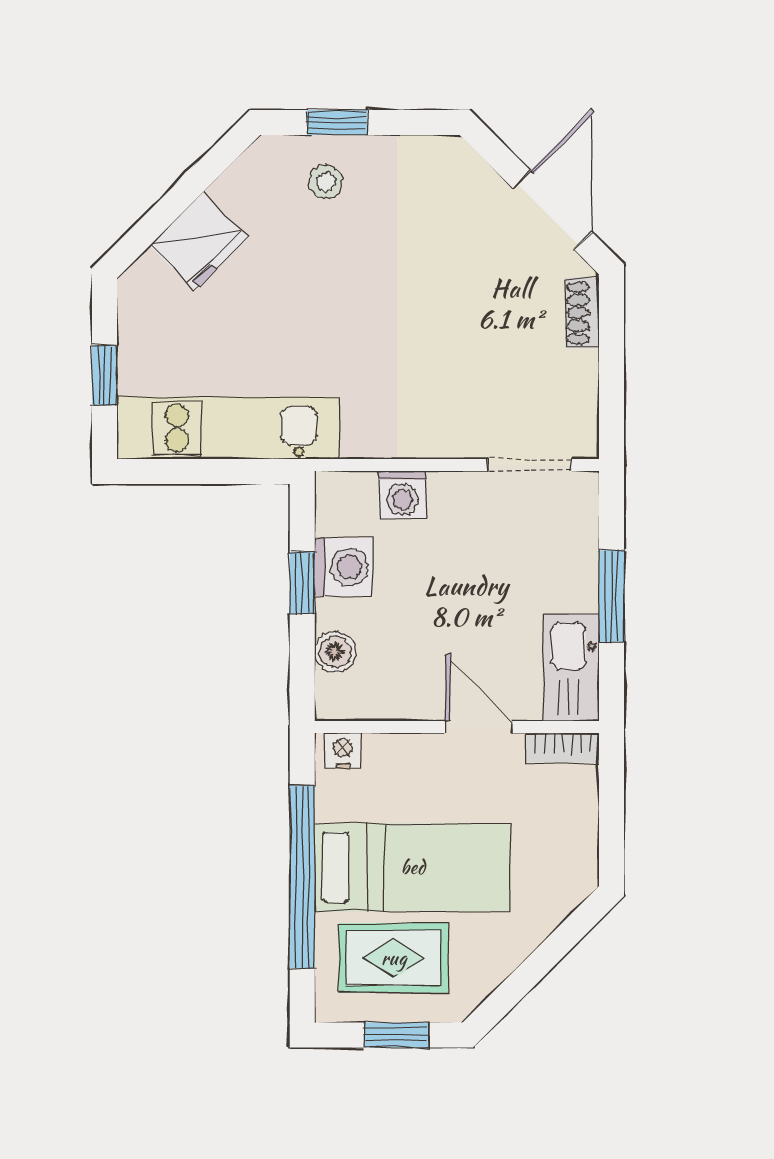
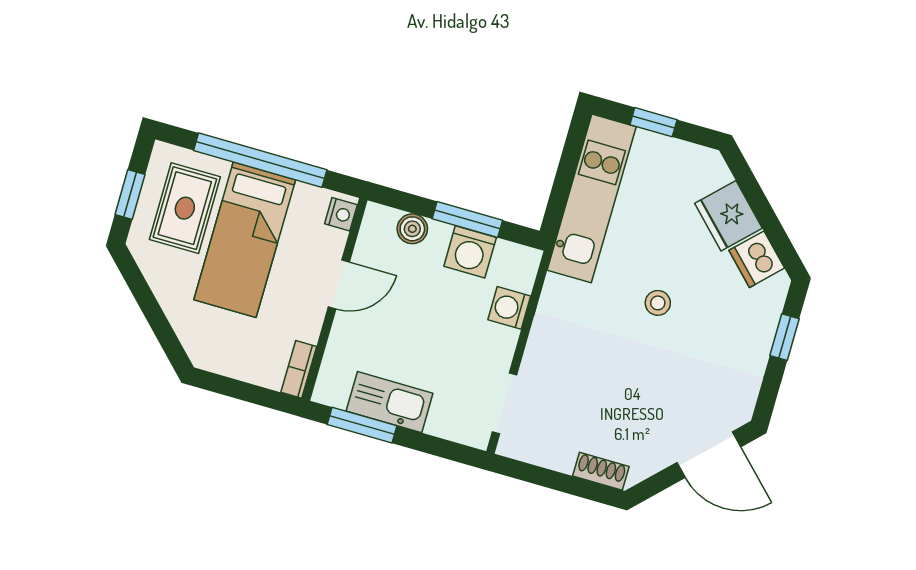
stool: (326, 182) -> (658, 303), moved
dishwasher: (245, 188) -> (757, 259), added
door: (552, 210) -> (709, 455), moved
window: (302, 583) -> (467, 219), width x1.50
window: (612, 596) -> (362, 425), moved
kitchen sink: (571, 668) -> (390, 402), moved
door: (479, 727) -> (339, 284), moved

